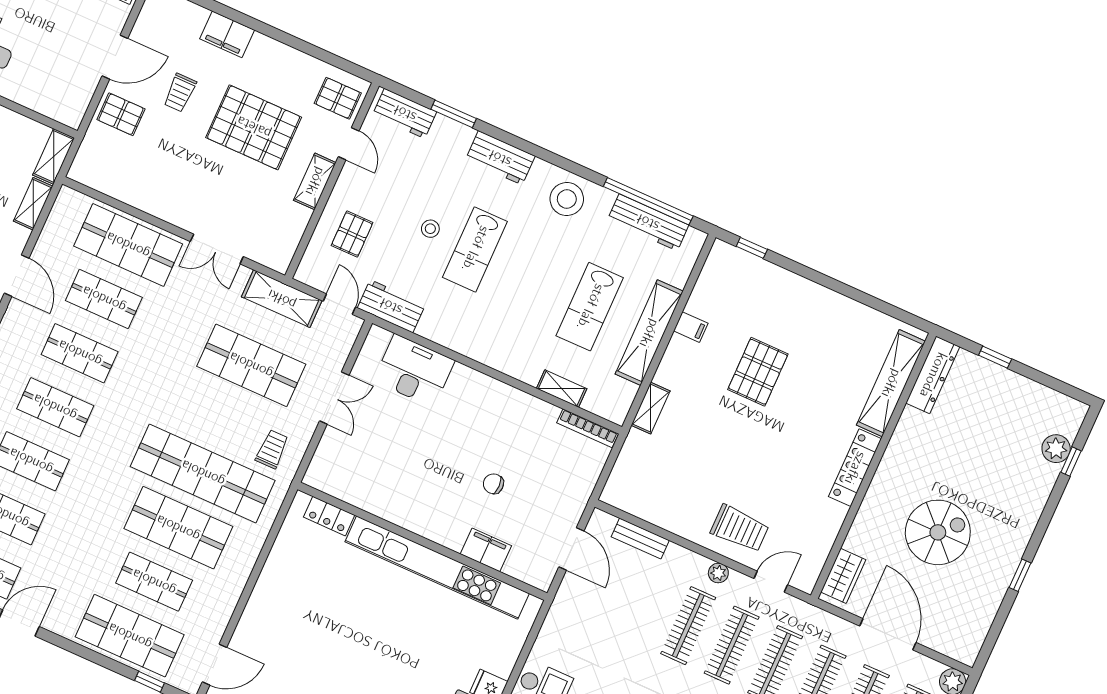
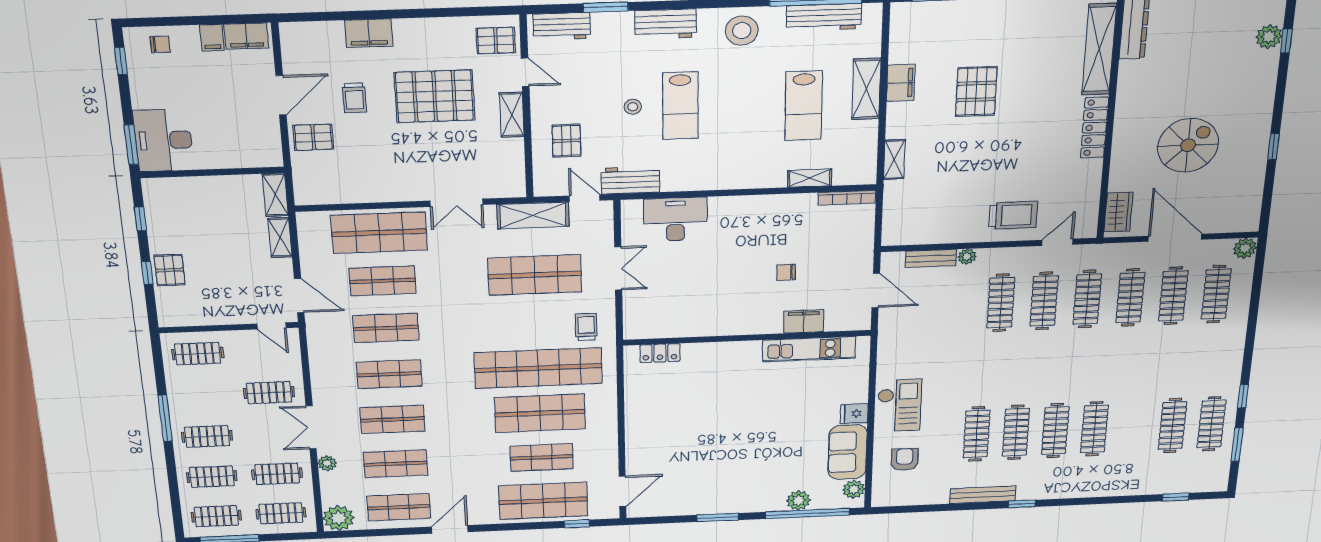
filing cabinet: (691, 327) -> (901, 83), width x2.00
shelving: (649, 333) -> (866, 89), width x0.68
kitchen unit: (437, 568) -> (809, 349), width x0.54
plant: (718, 573) -> (967, 257), moved

